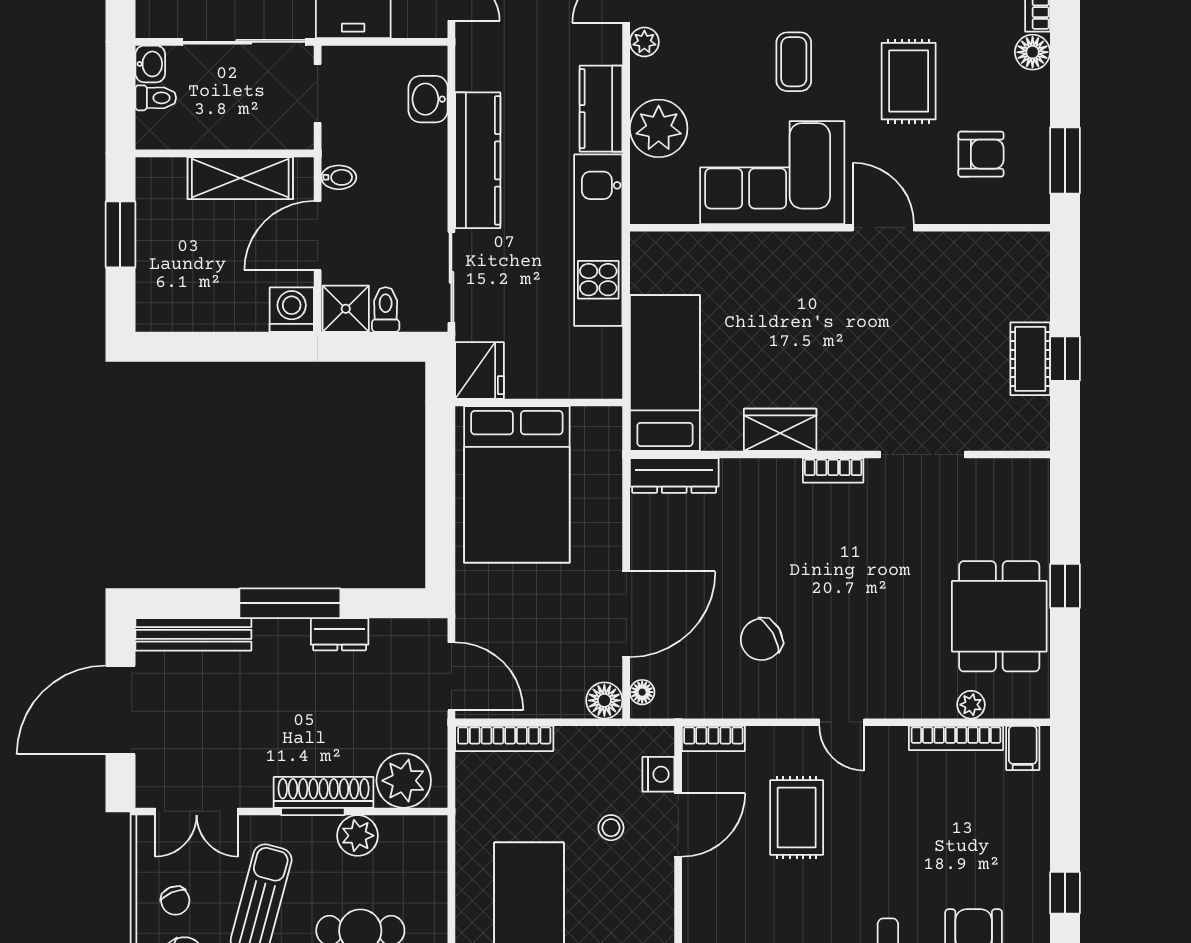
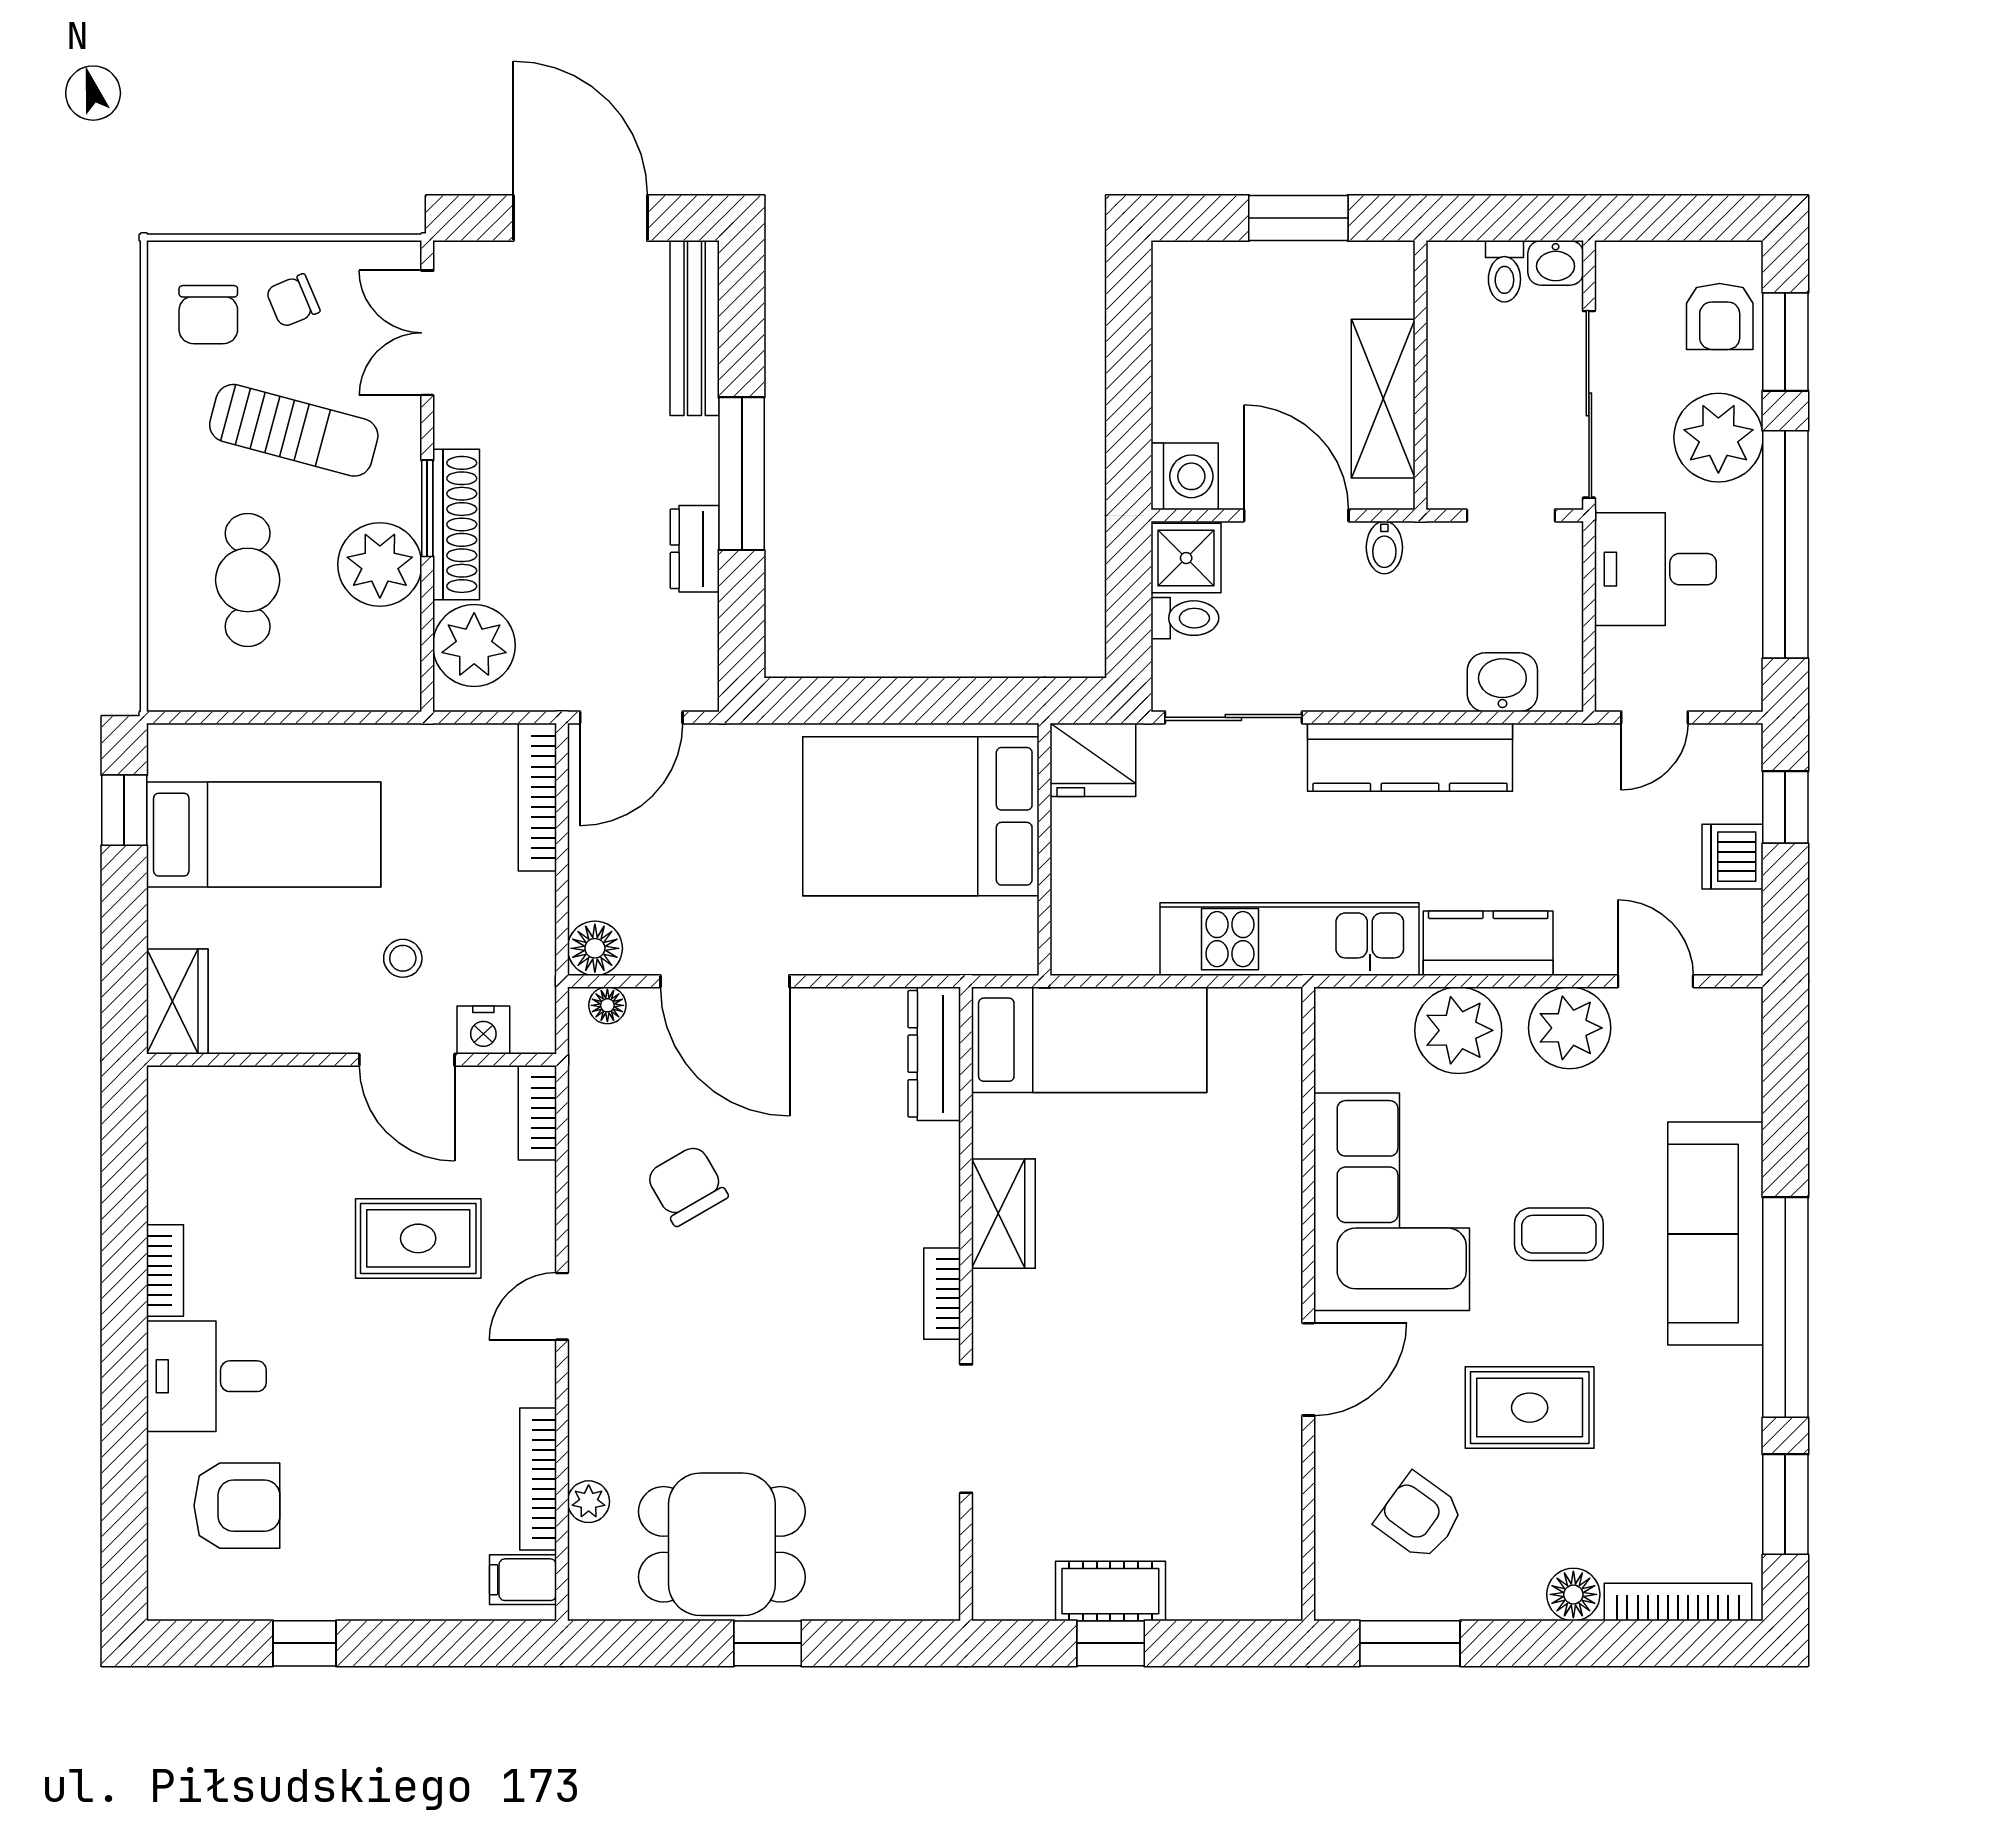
plant: (644, 42) -> (1570, 1028), width x1.88, depth x1.88
armchair: (981, 154) -> (1419, 1517), turned 126
plant: (358, 836) -> (380, 565), width x1.36, depth x1.36

